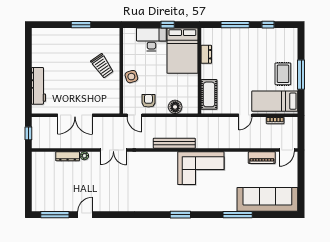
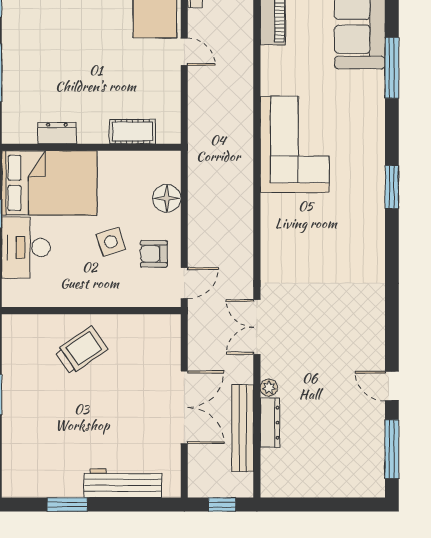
window: (28, 59) -> (67, 505), added
side table: (131, 77) -> (111, 242), moved
cot: (209, 94) -> (132, 132), width x0.73, depth x0.75
bench: (174, 143) -> (243, 428), moved
double door: (113, 150) -> (257, 327), swing flipped

